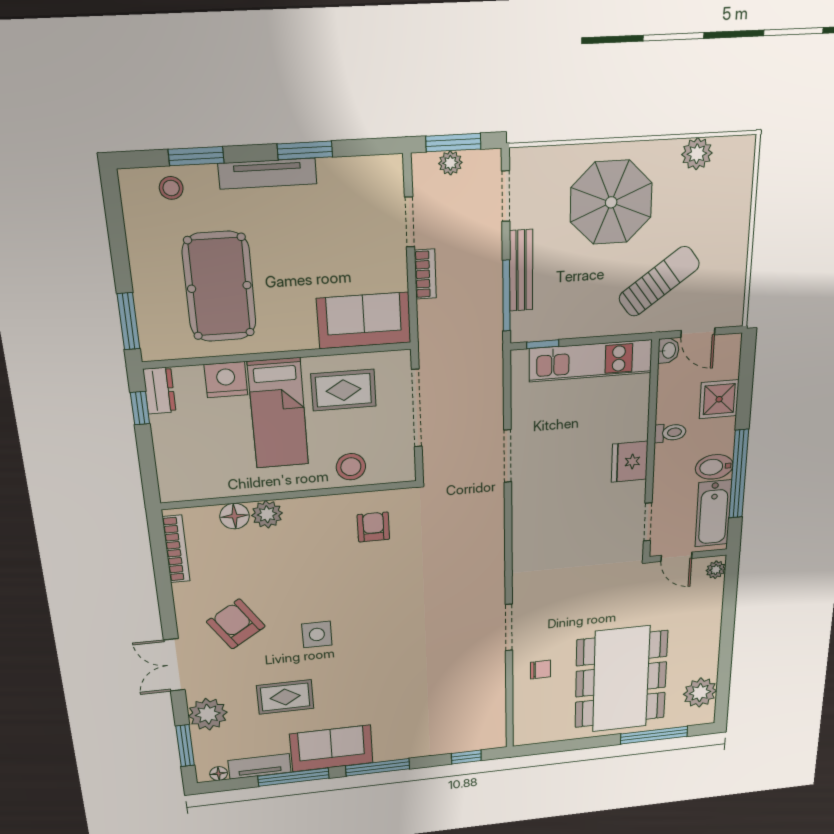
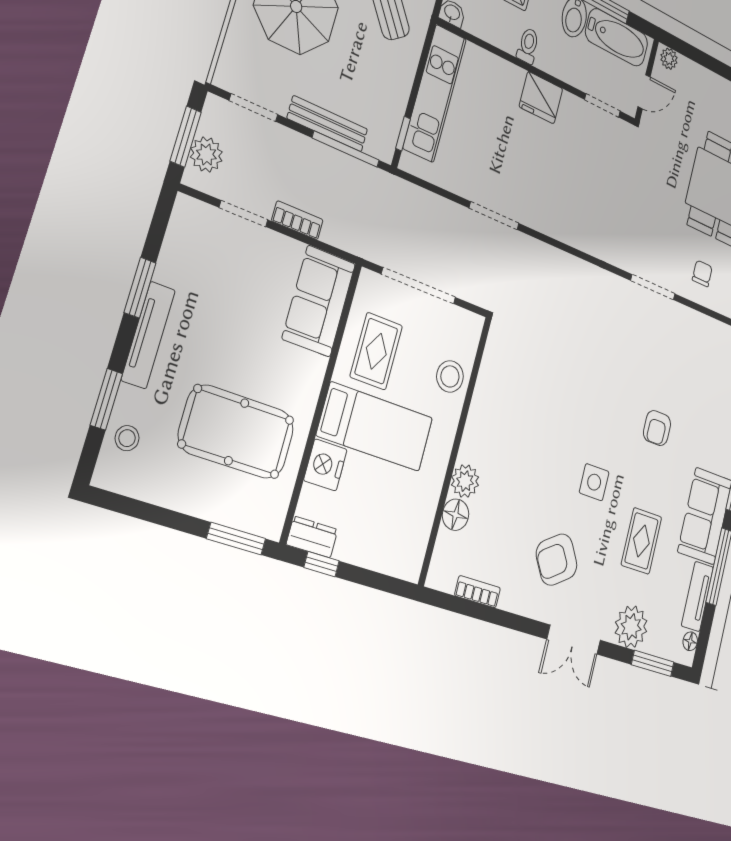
plant: (450, 163) -> (206, 154), width x1.38, depth x1.38
armchair: (373, 527) -> (657, 428), moved, turned -90
bookcase: (176, 549) -> (478, 592), width x0.64

